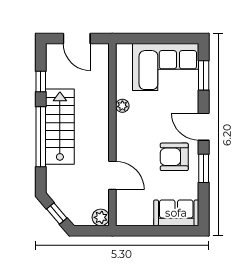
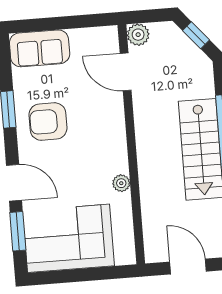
door: (204, 127) -> (14, 183), moved
armchair: (174, 157) -> (48, 122), turned 180
door: (112, 175) -> (126, 72), moved

